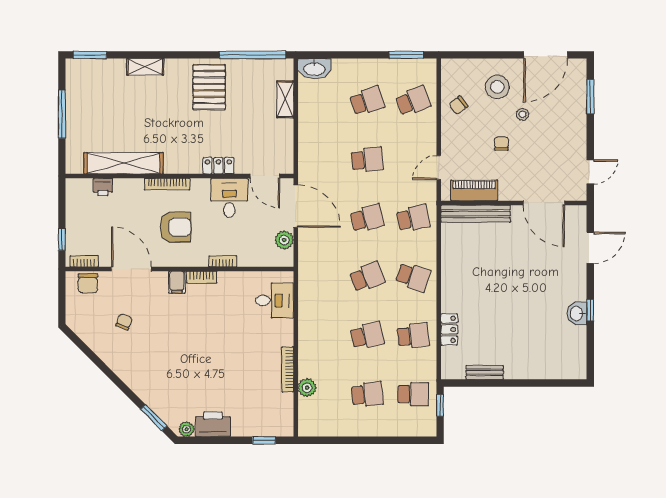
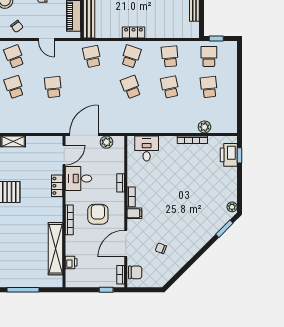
door: (439, 168) -> (46, 40), moved
school desk: (367, 218) -> (92, 87), removed
locker: (449, 329) -> (133, 33), moved
printer: (213, 424) -> (229, 155), moved

